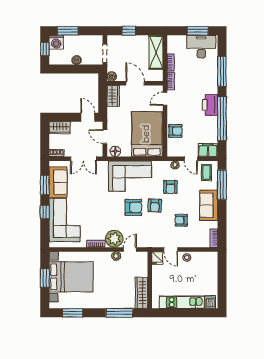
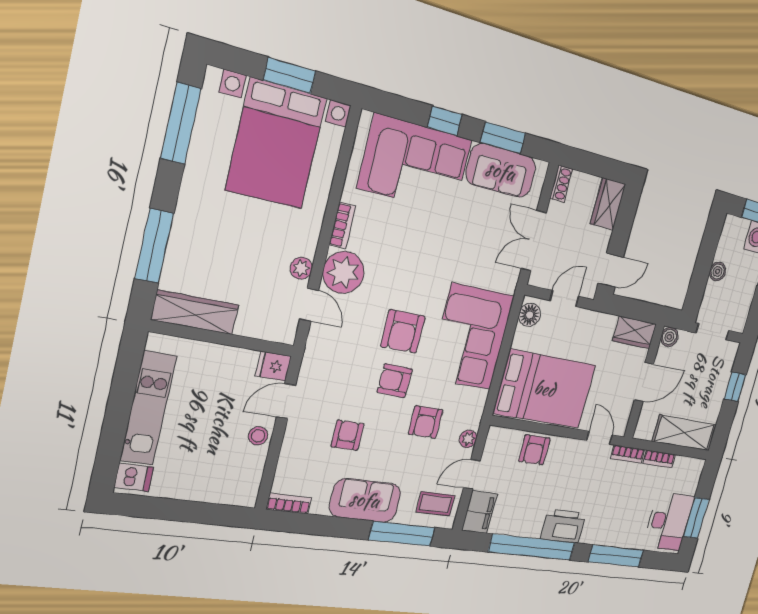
armchair: (170, 187) -> (426, 422), turned -90
window: (73, 313) -> (181, 123), width x1.44

